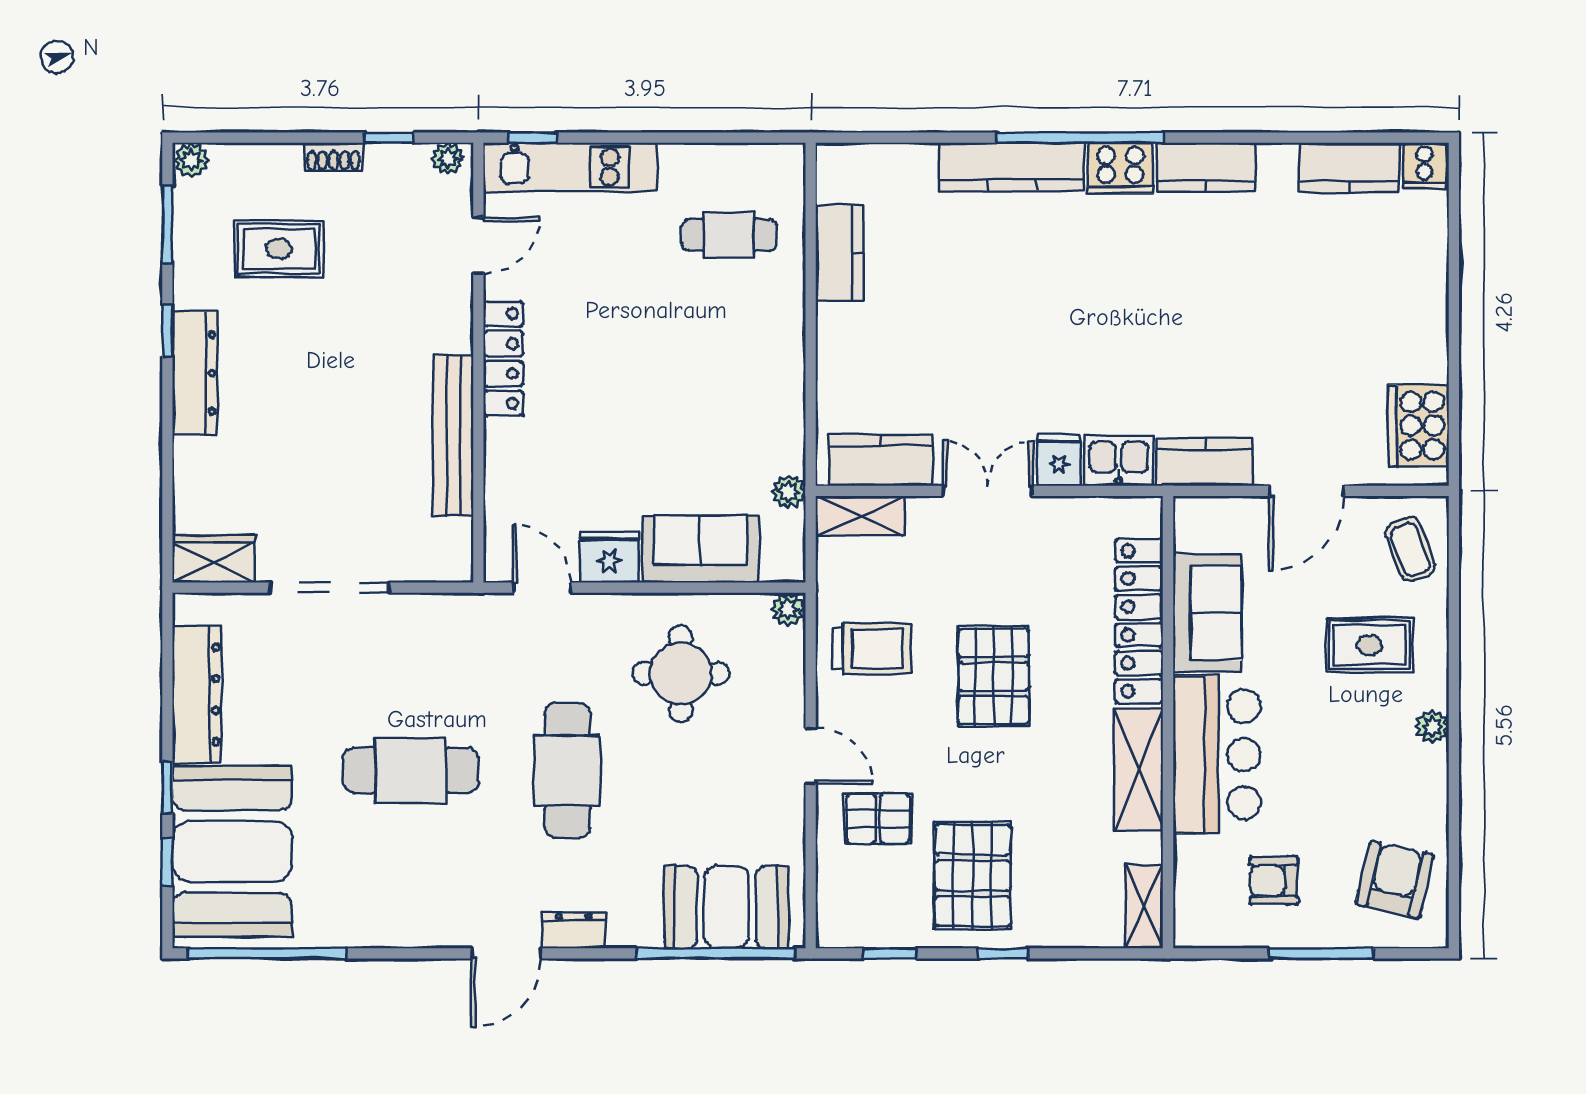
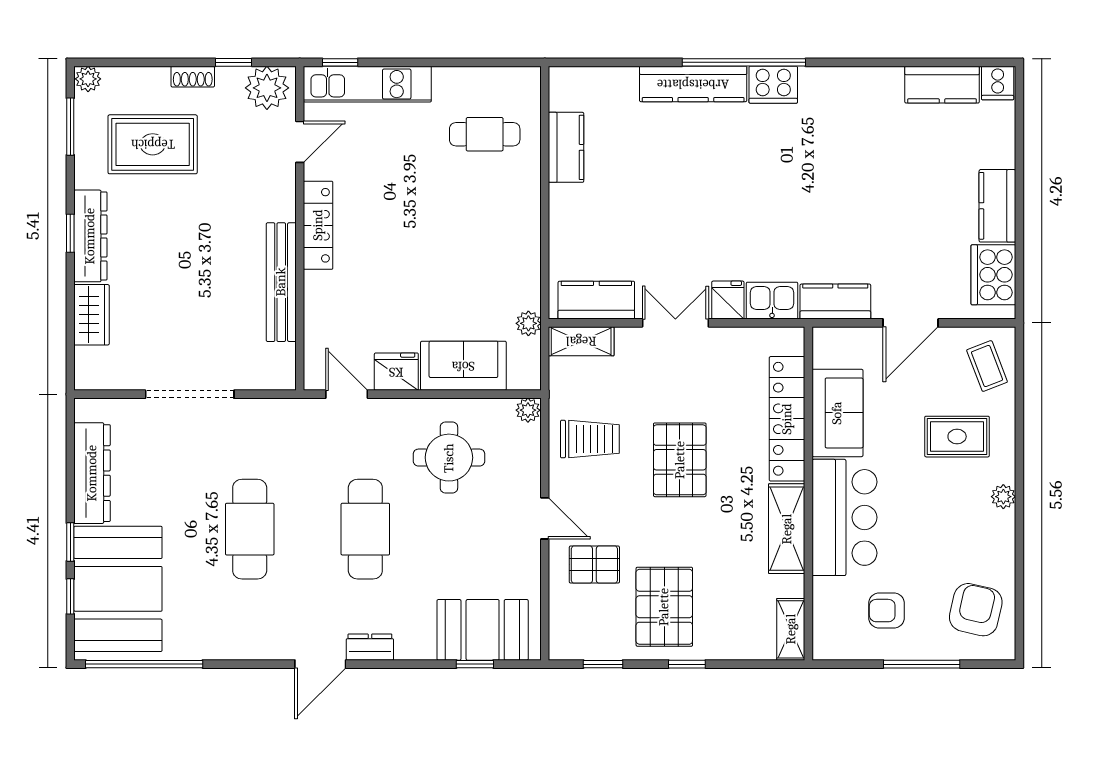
plant: (448, 158) -> (267, 88), width x1.88, depth x1.88
kitchen counter: (1206, 167) -> (997, 206), moved, turned 90
rug: (279, 249) -> (153, 144), width x1.36, depth x1.43
window: (167, 331) -> (70, 233), moved
wardrobe: (213, 559) -> (92, 315), moved, turned 90
cafe table: (411, 770) -> (250, 529), turned 90
window: (716, 953) -> (475, 664), width x0.32

